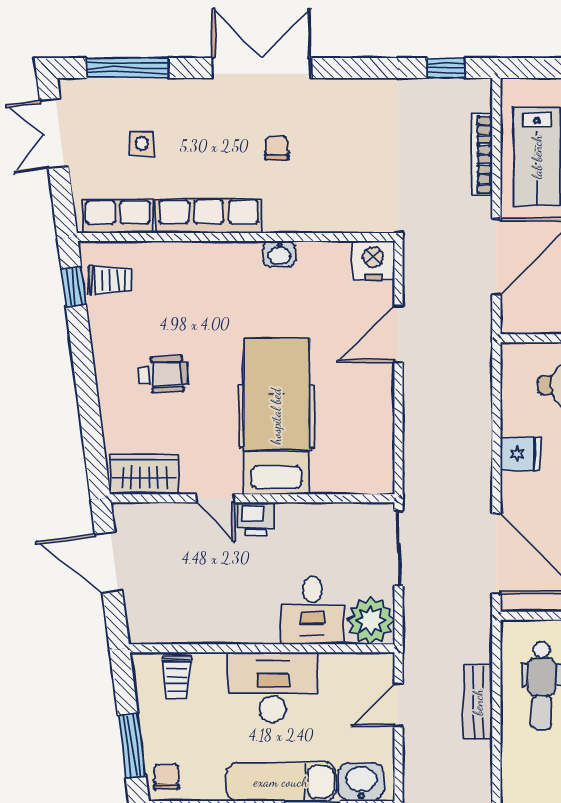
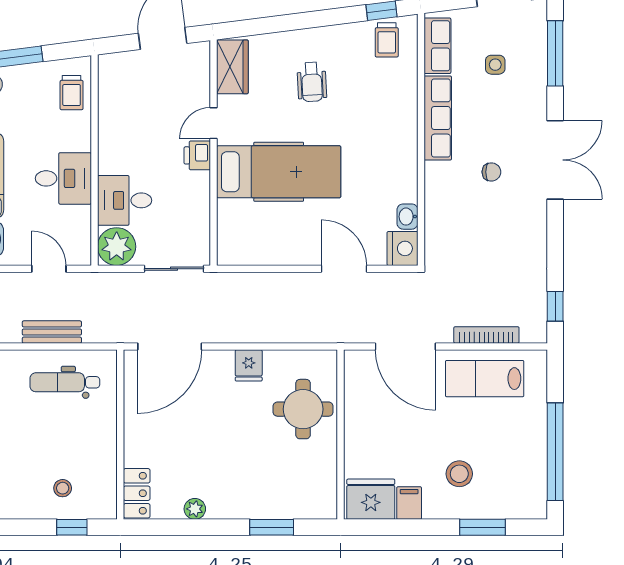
washbasin: (279, 254) -> (407, 217), moved
trolley: (177, 677) -> (72, 93), turned -90
desk: (273, 687) -> (63, 178), width x0.73

